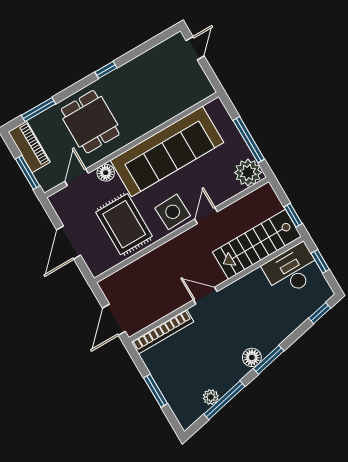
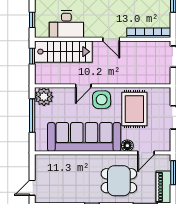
dining table: (90, 122) -> (119, 181), turned 90
desk: (292, 270) -> (66, 24), moved

